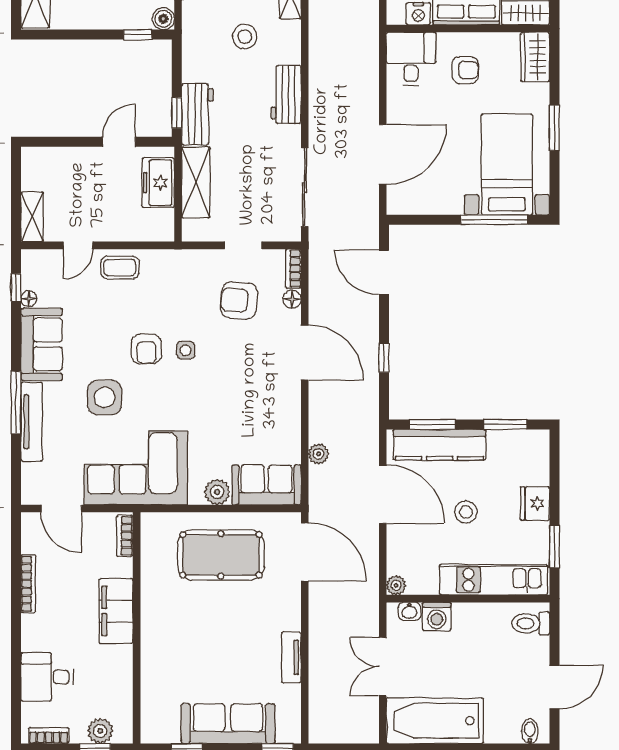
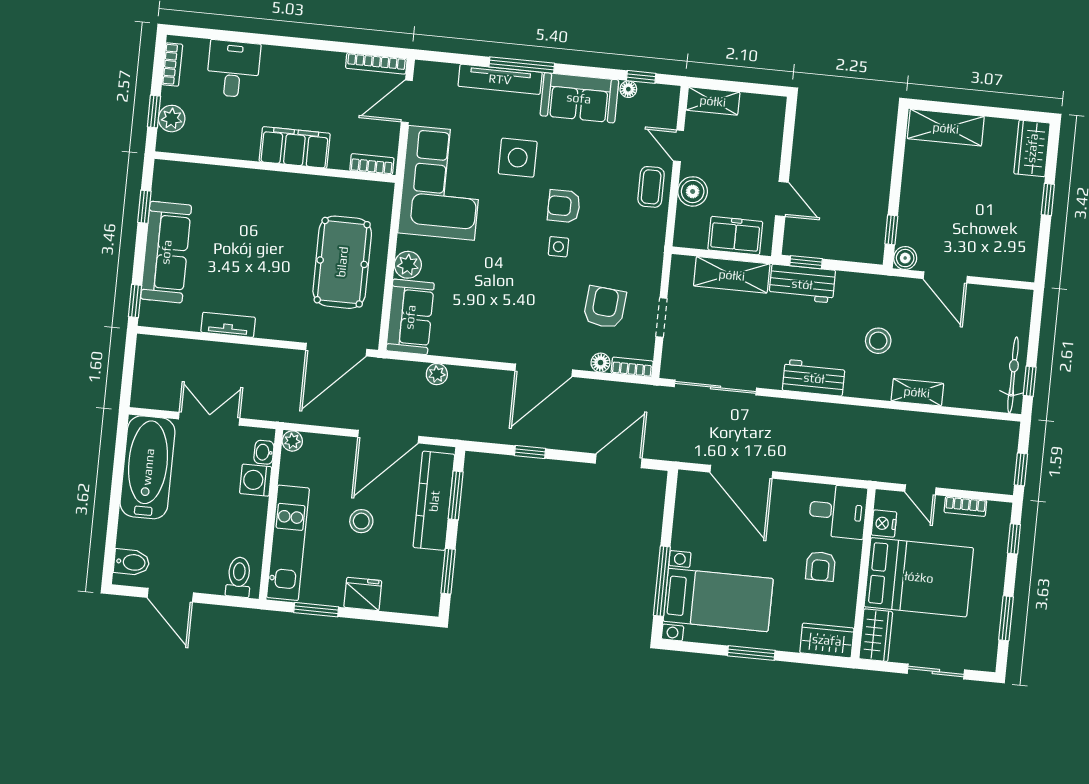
boiler: (120, 228) -> (693, 191), added
bookcase: (28, 584) -> (376, 63), moved
bidet: (530, 731) -> (132, 562), width x1.38, depth x1.36

